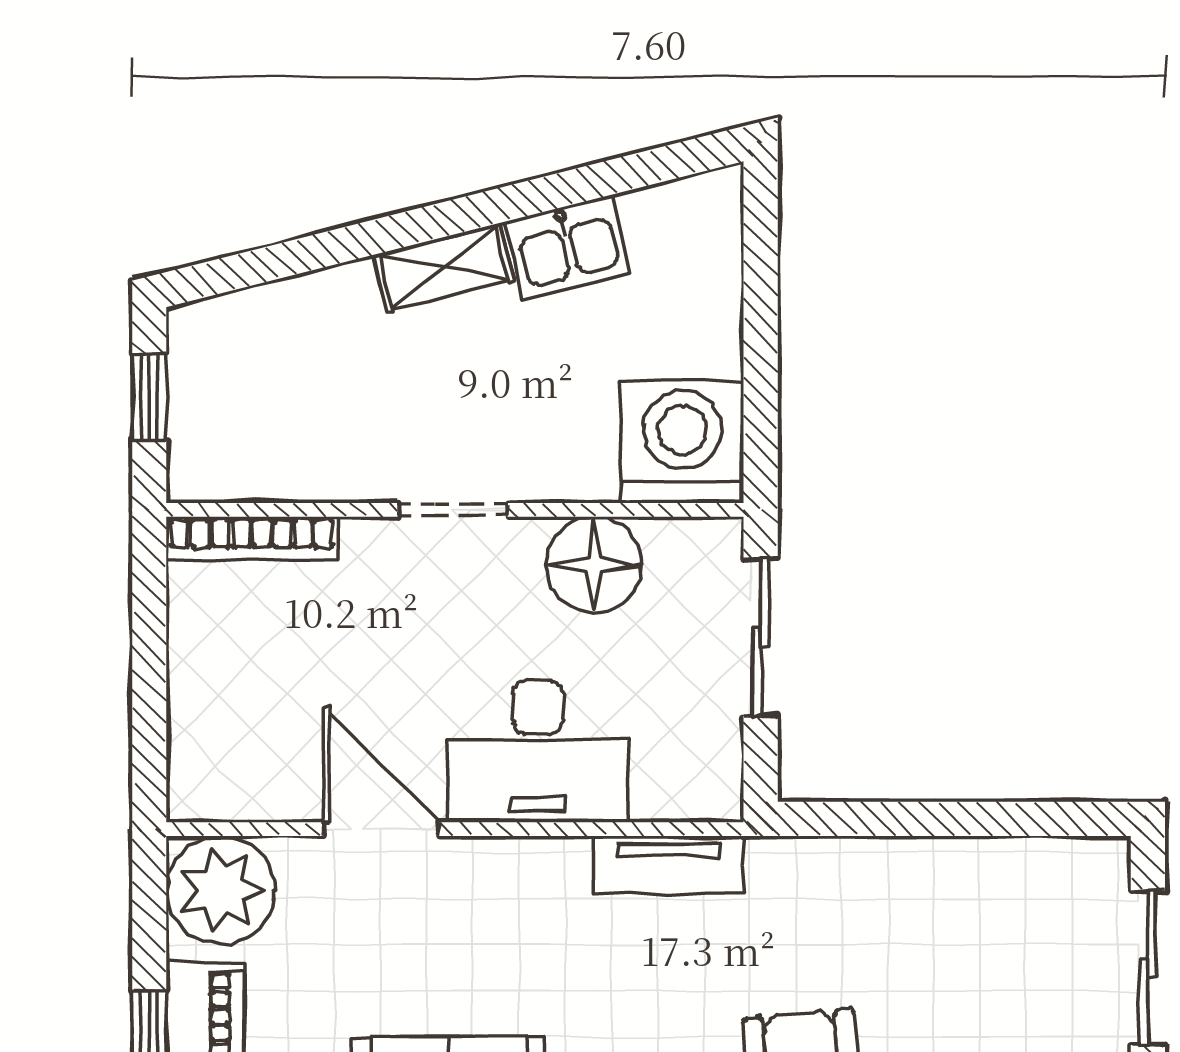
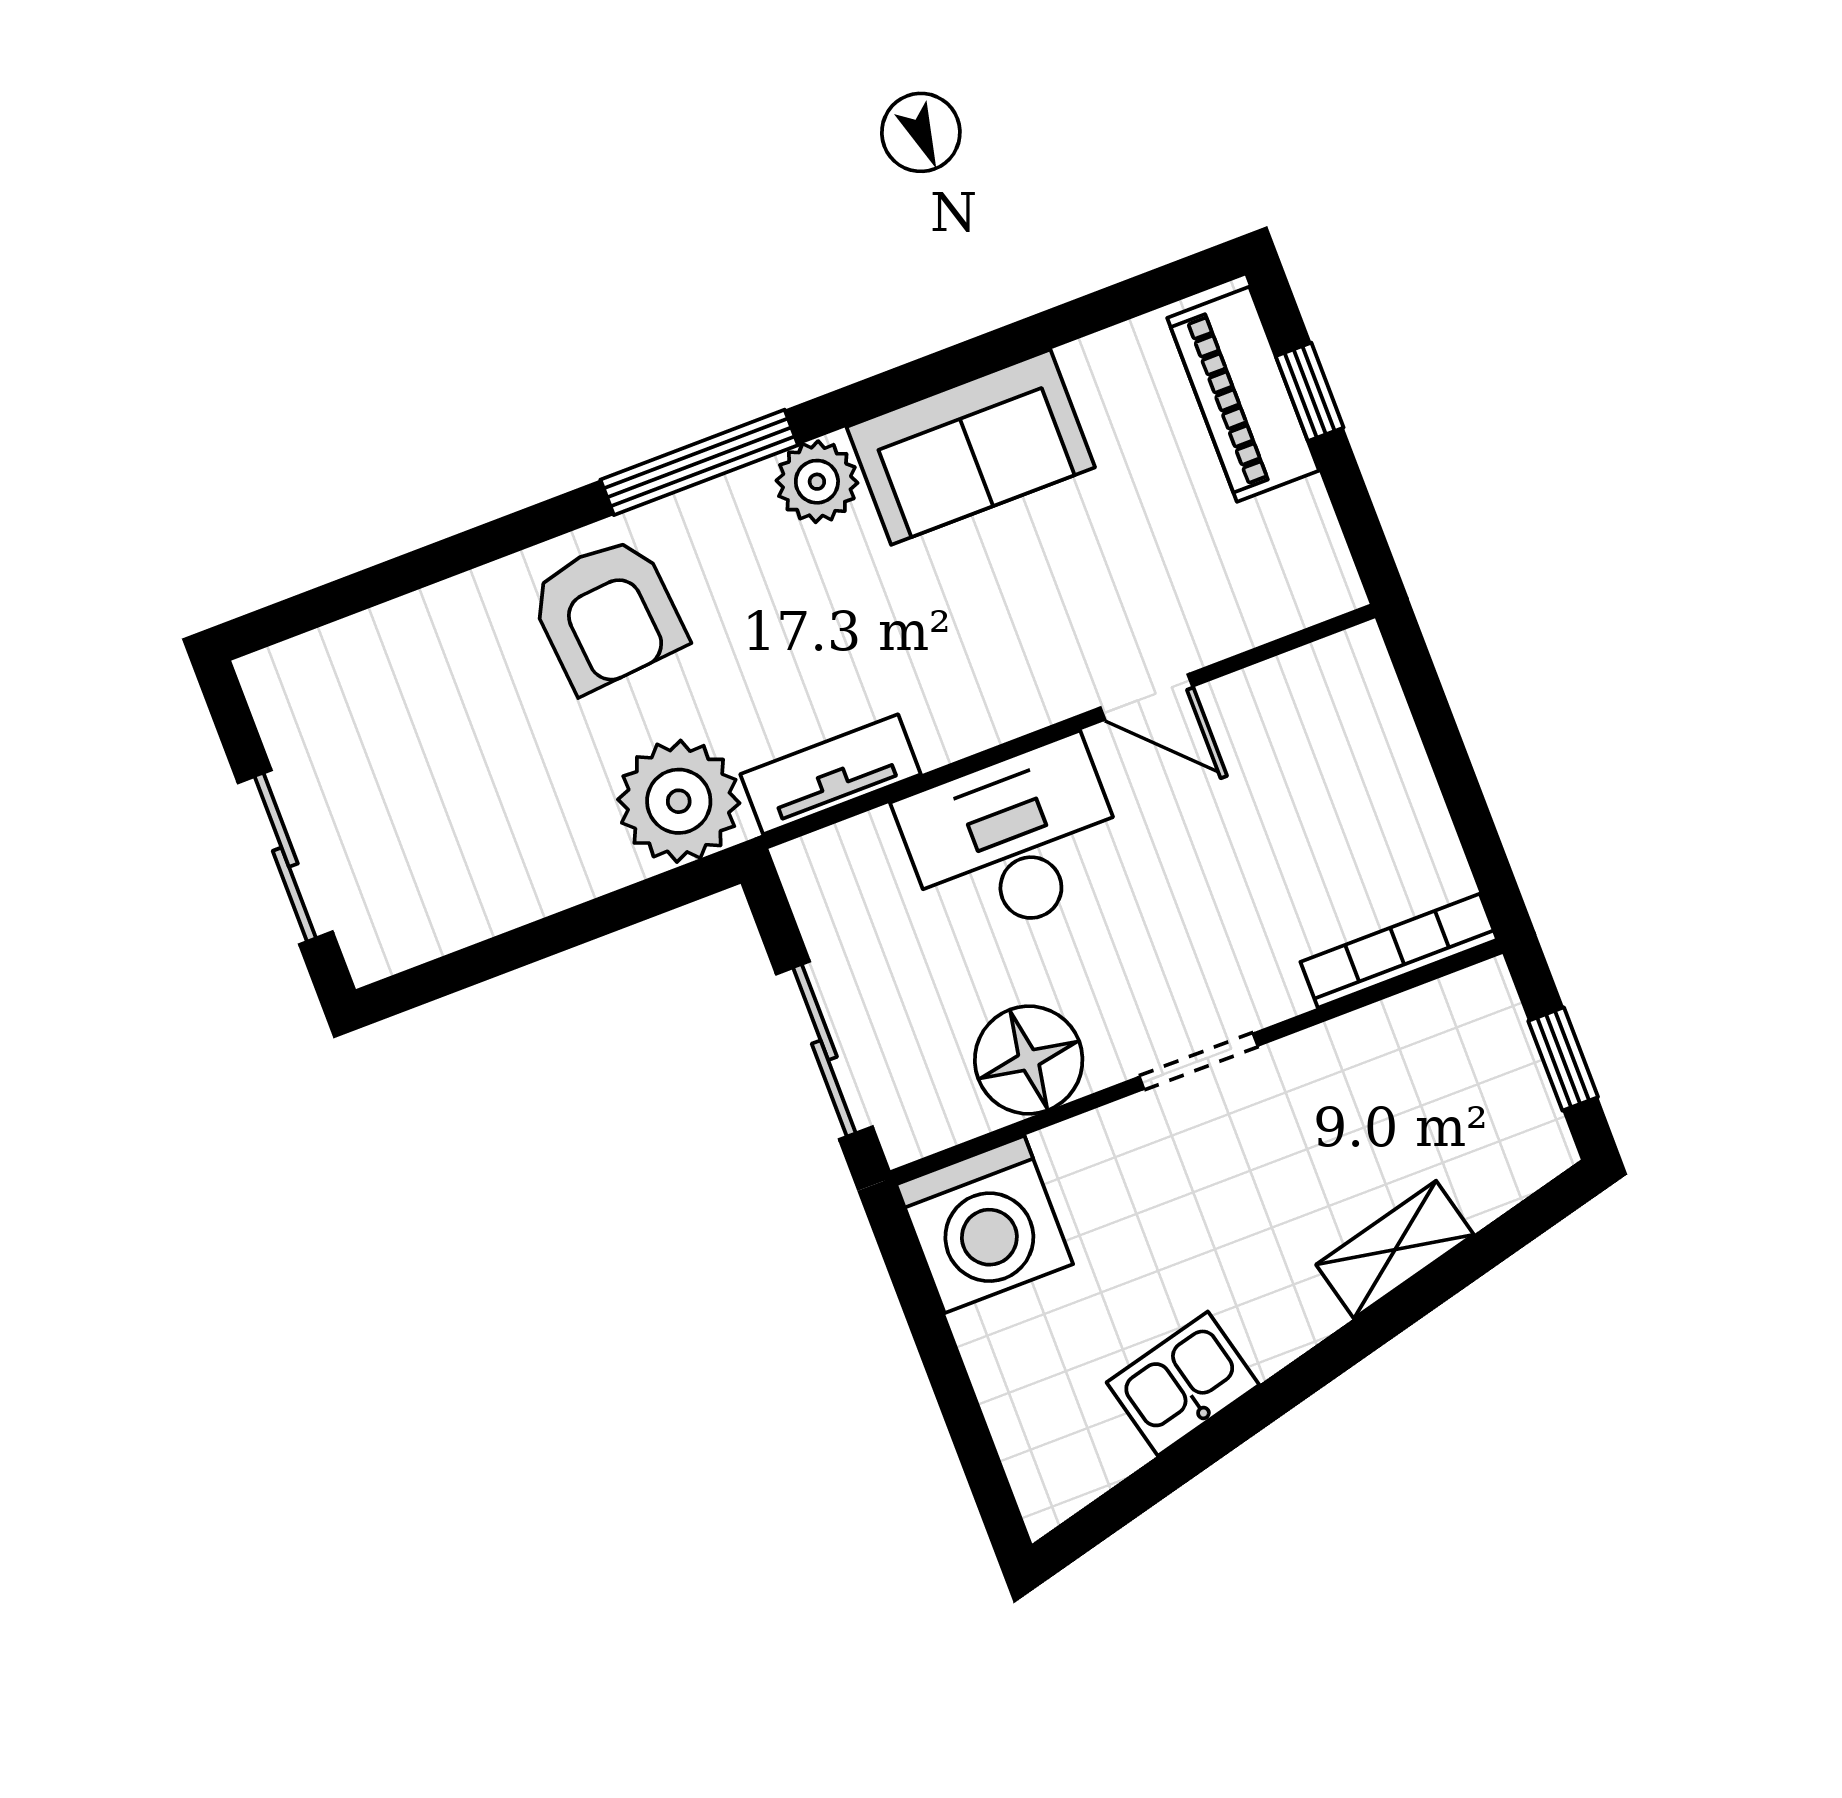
shelving: (443, 267) -> (1395, 1250), moved
door: (381, 829) -> (1146, 697), width x0.73
plant: (220, 890) -> (679, 801), moved

